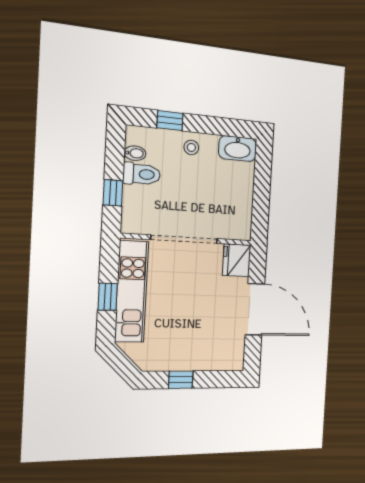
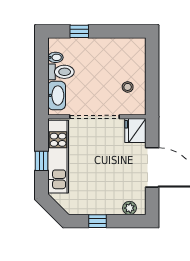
stool: (191, 147) -> (128, 87), moved
washbasin: (238, 149) -> (57, 95), moved, turned -90
window: (113, 193) -> (41, 87), removed
plant: (223, 362) -> (130, 208), added

